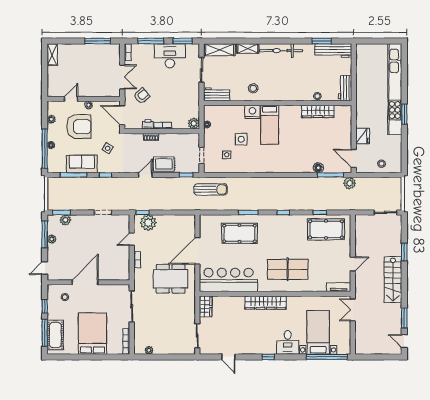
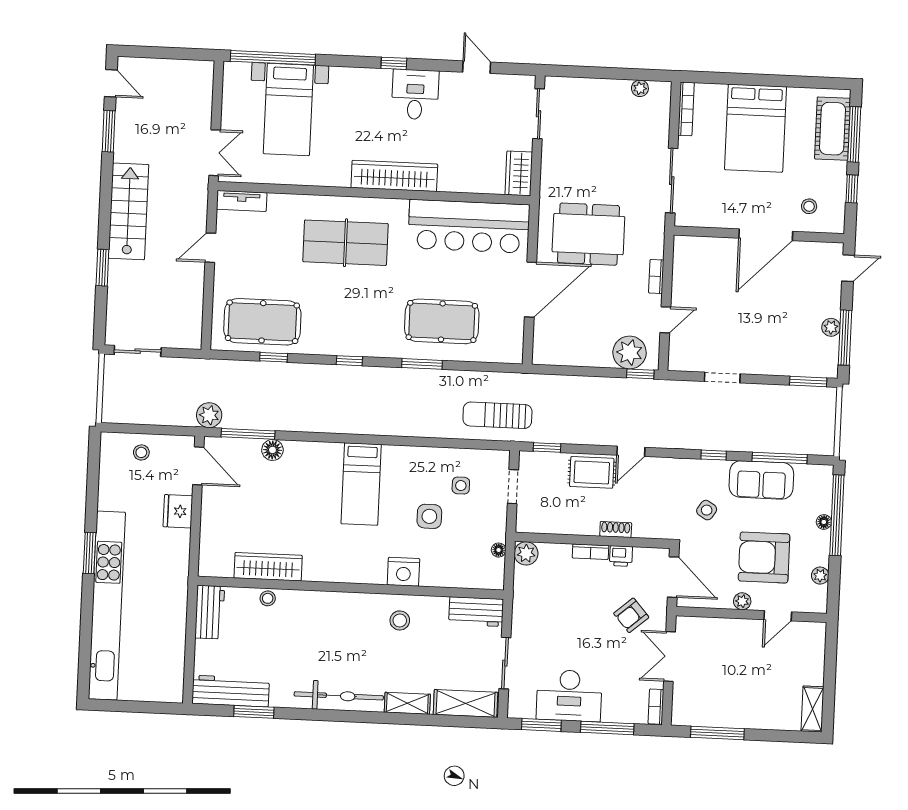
bed: (270, 125) -> (361, 484), moved, turned 180
plant: (65, 220) -> (801, 366), removed
desk: (288, 342) -> (415, 94), moved

